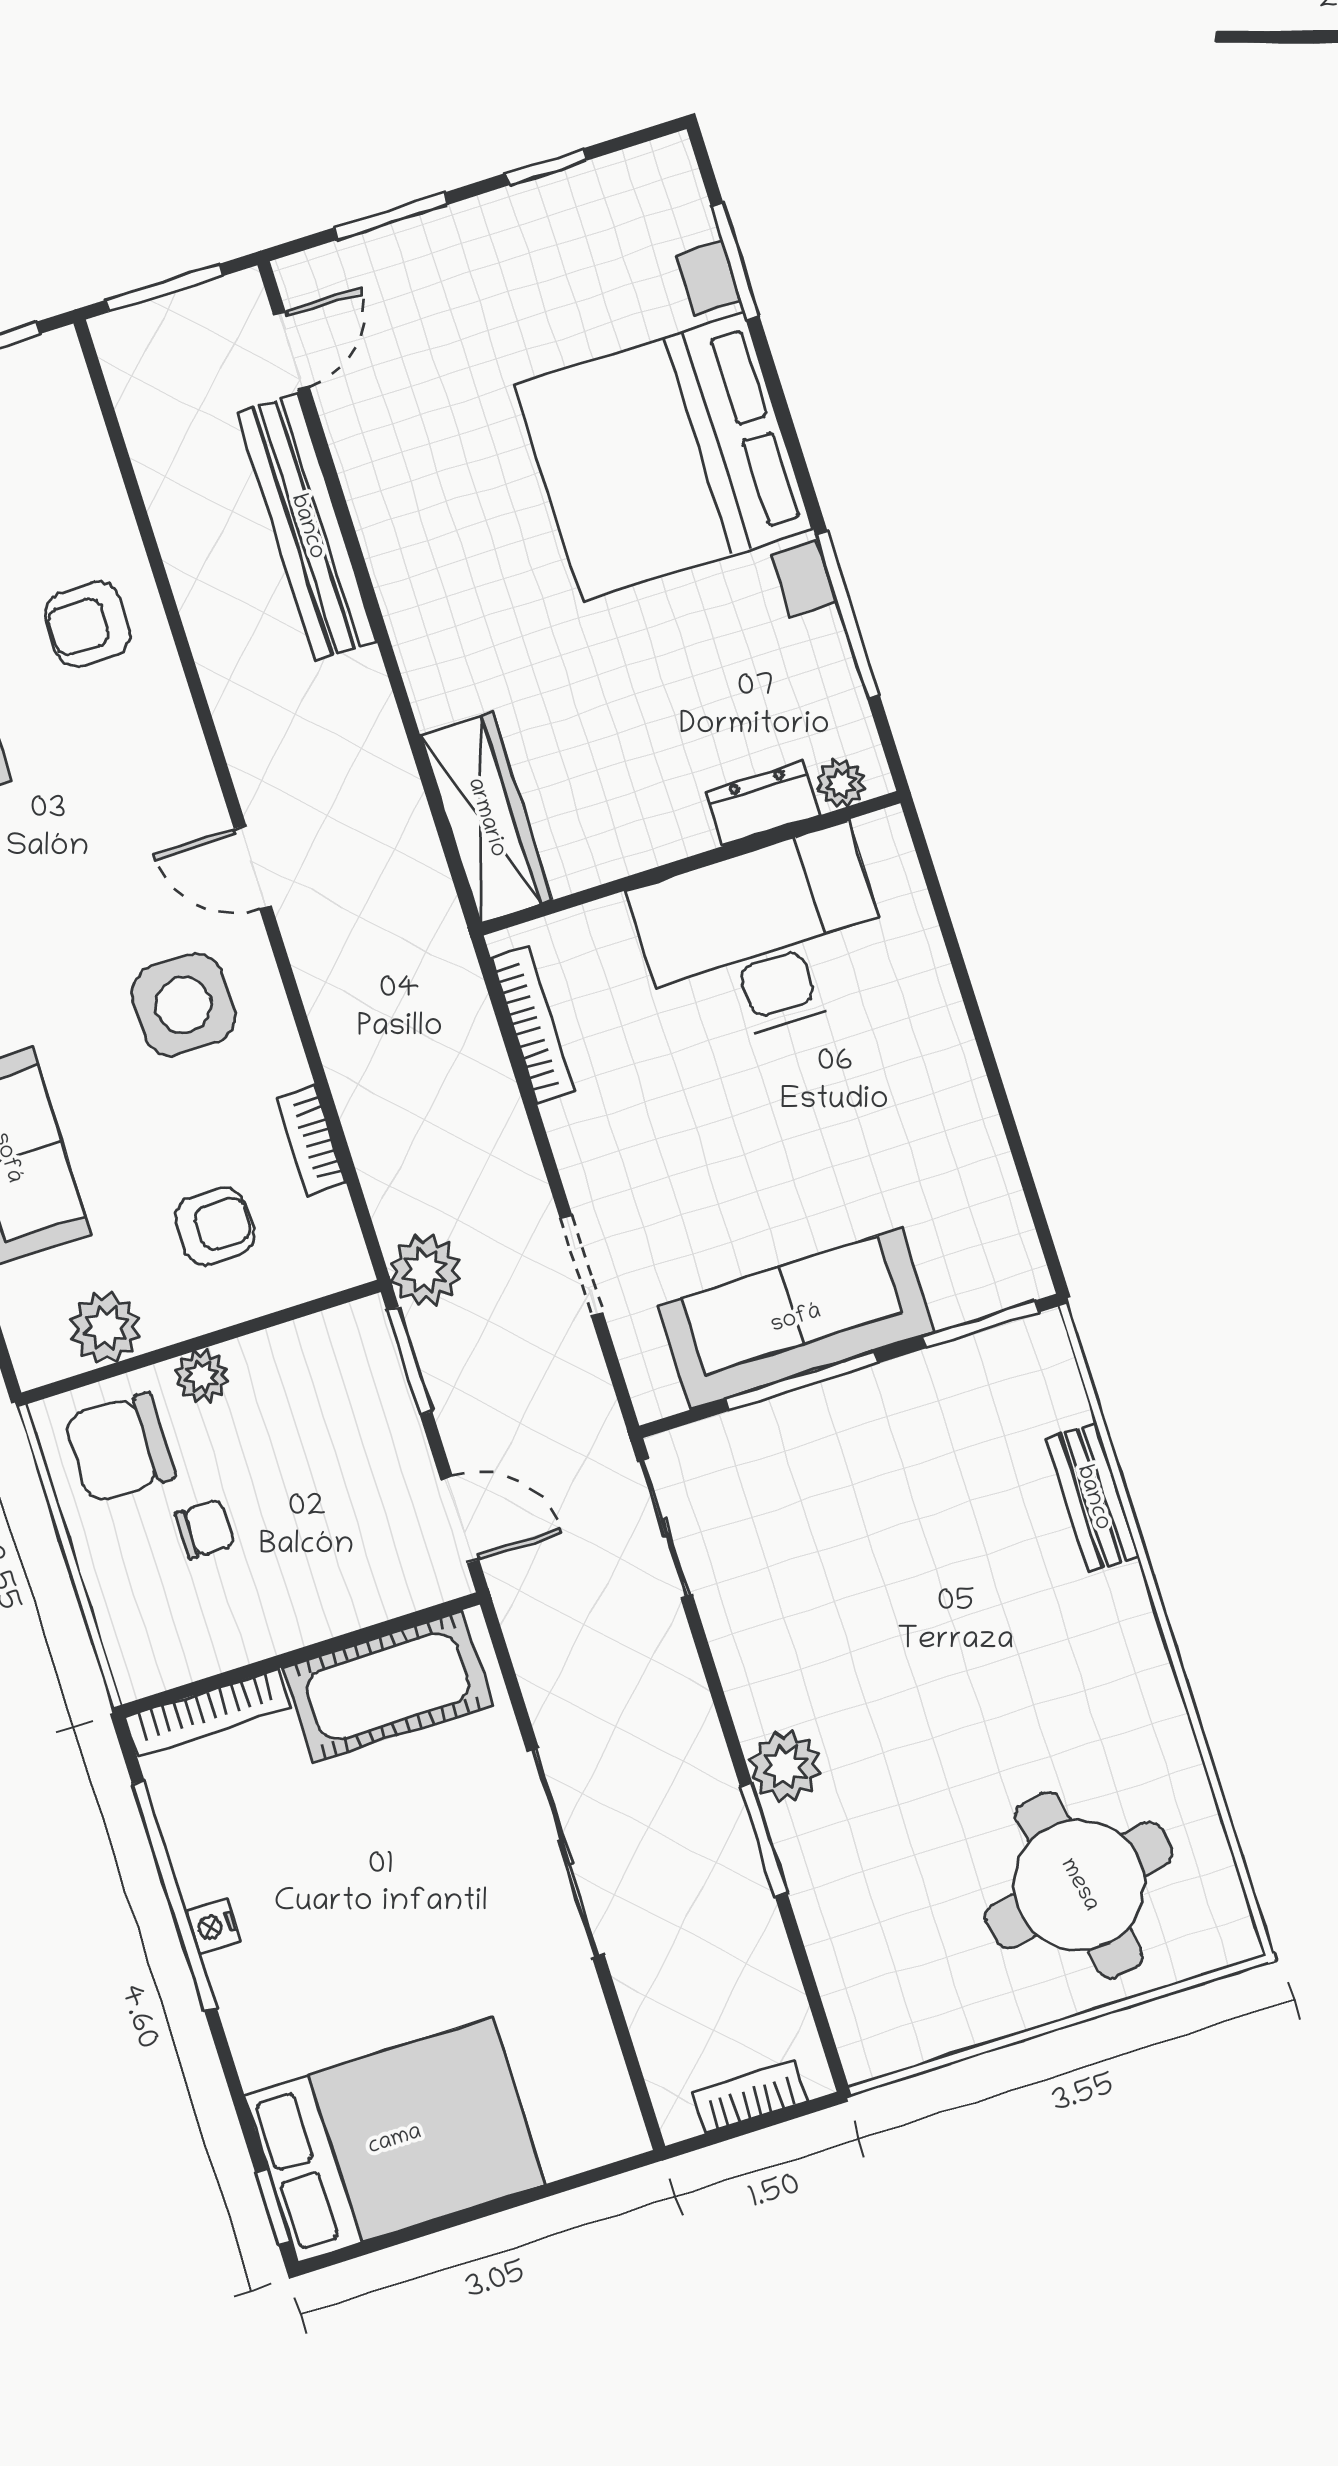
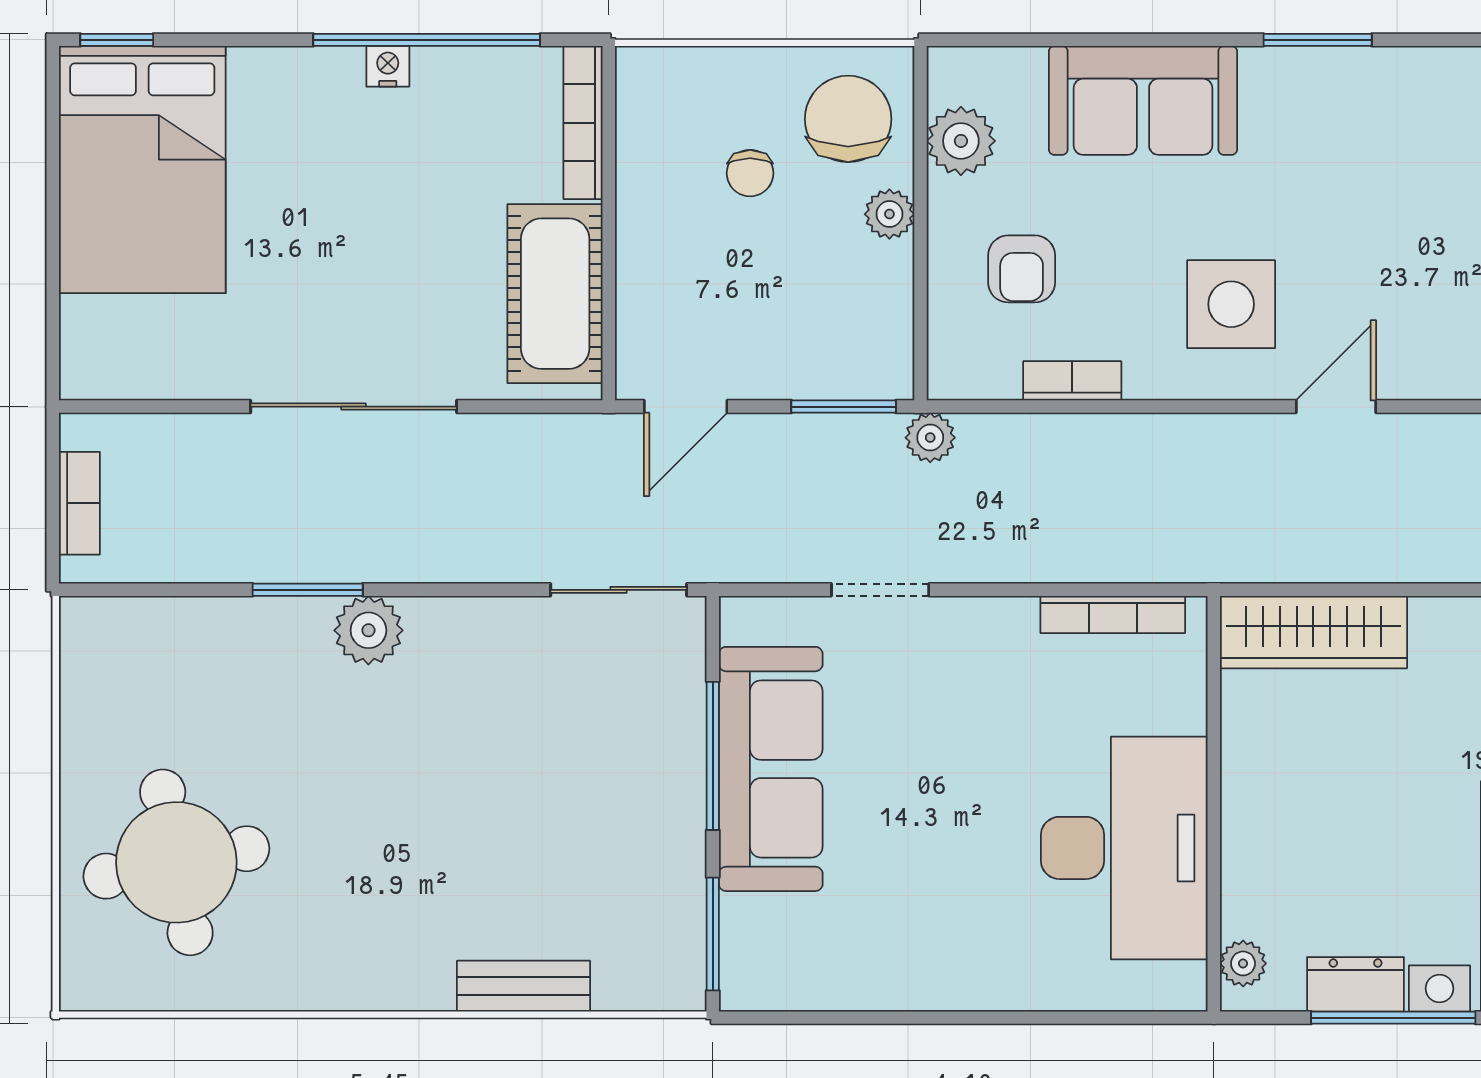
dresser: (763, 803) -> (1356, 984), moved, turned -90
plant: (425, 1271) -> (930, 438), width x0.73, depth x0.73

